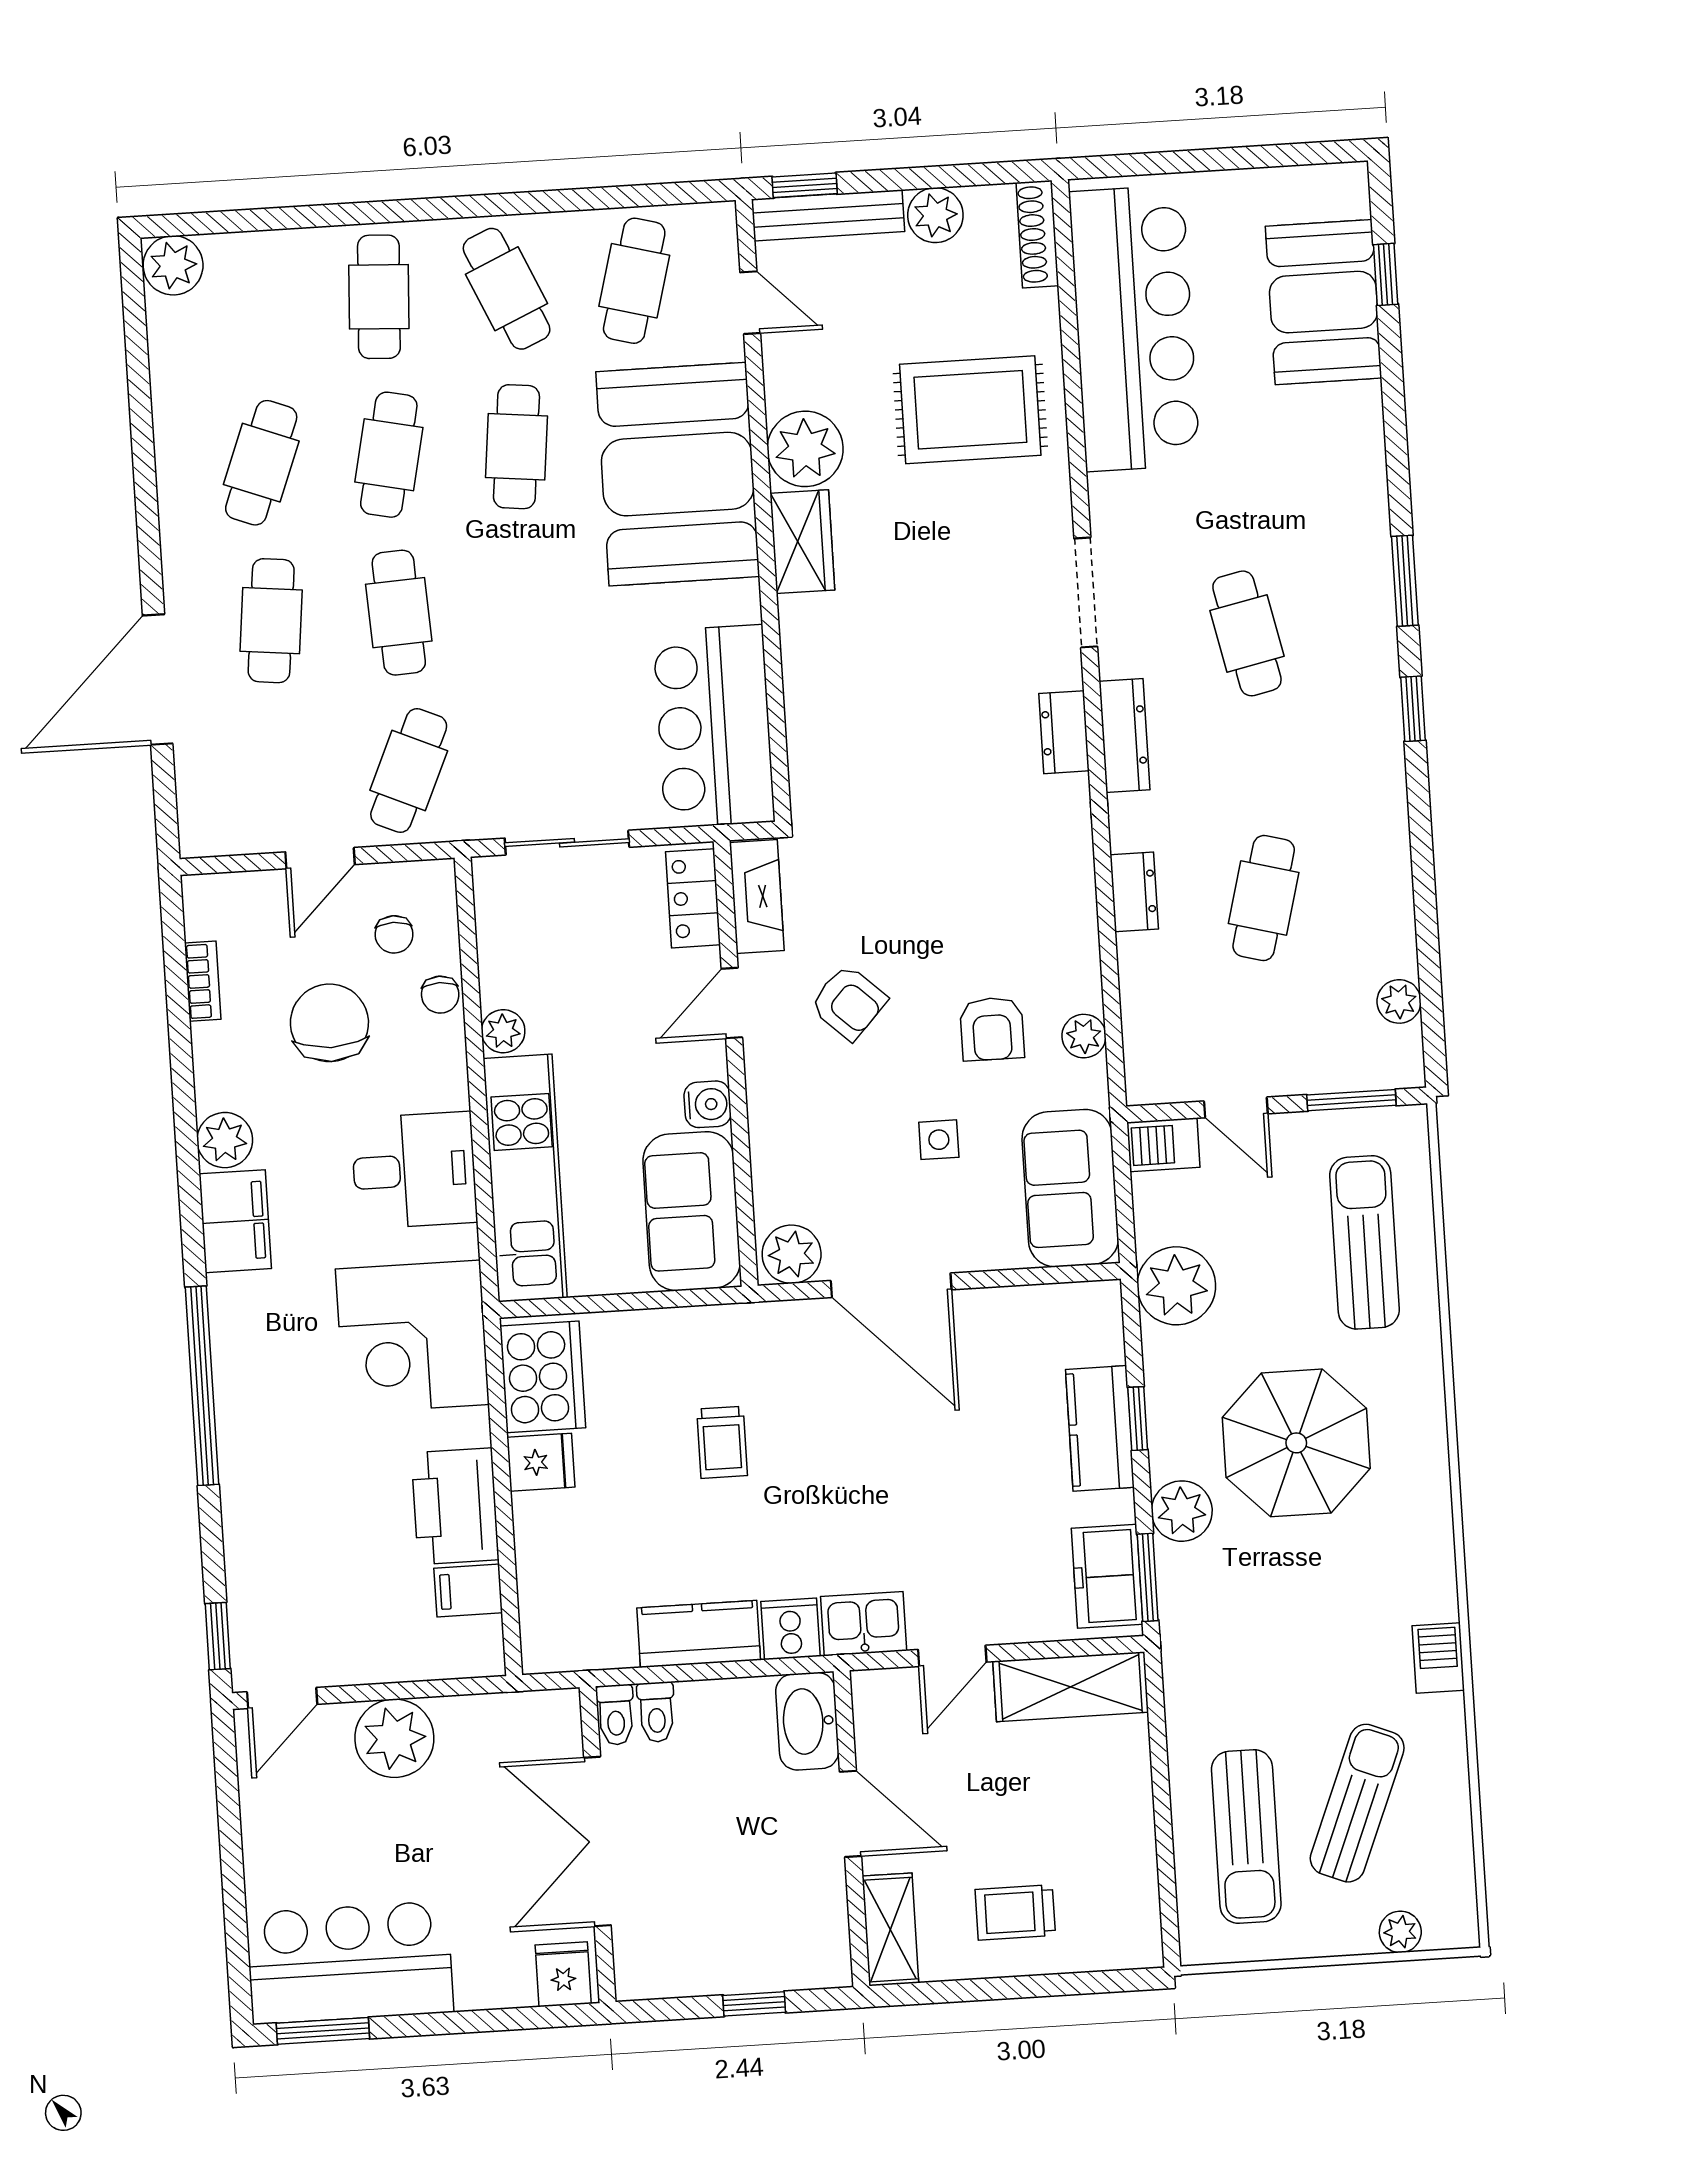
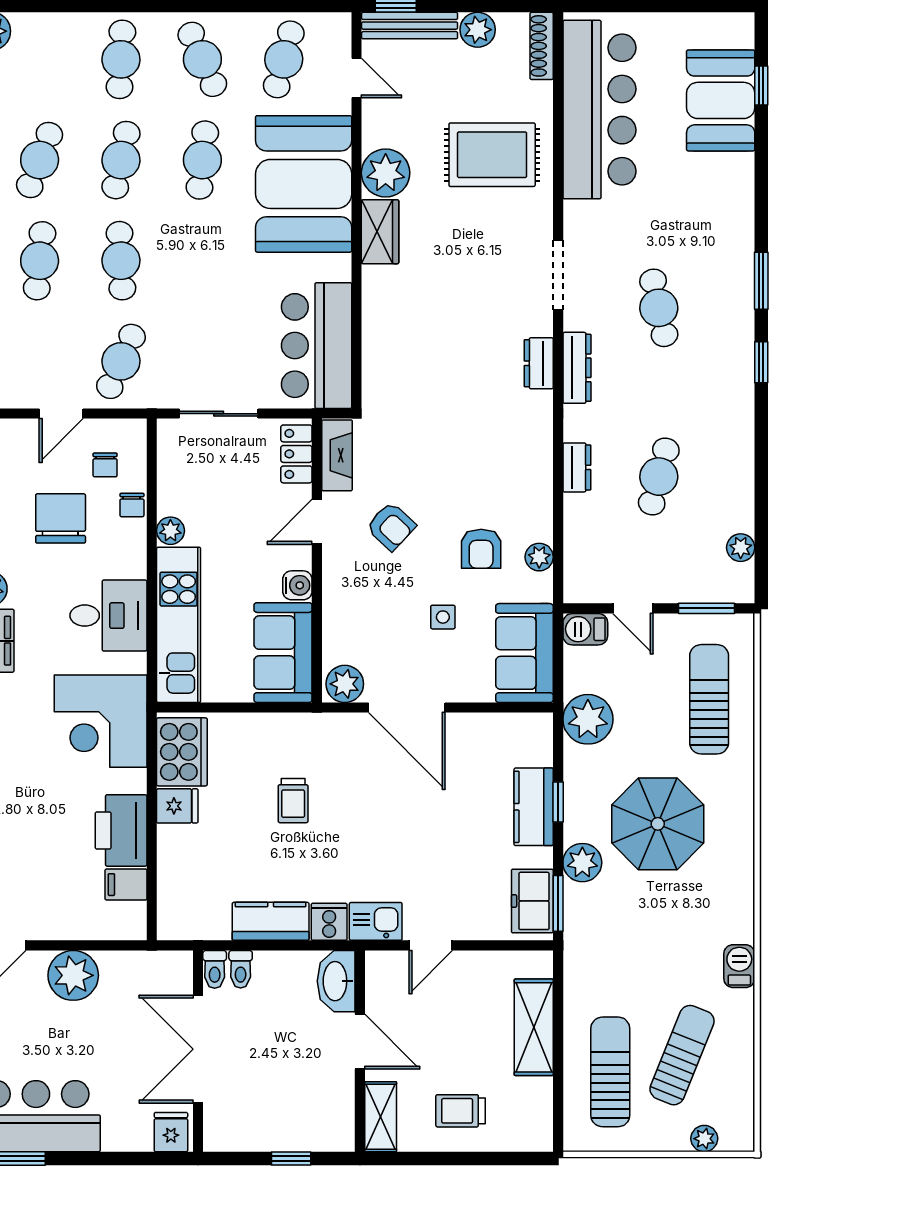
shelving: (1071, 1687) -> (534, 1027), moved, turned 90
sun lounger: (1246, 1837) -> (610, 1072), turned 180

